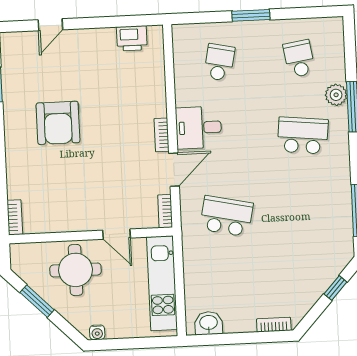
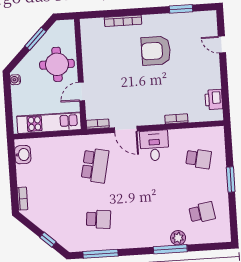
bookcase: (162, 135) -> (176, 119), moved
school desk: (303, 136) -> (98, 219), moved, width x0.54
bookcase: (15, 217) -> (123, 21), moved, width x1.56

